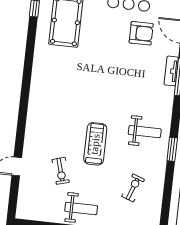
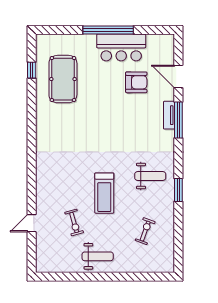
treadmill: (95, 144) -> (104, 193), turned 180

